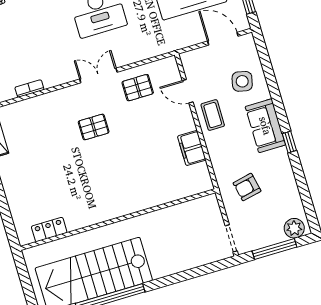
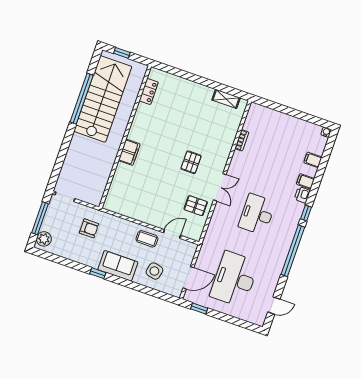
pallet: (138, 88) -> (196, 206), turned 90
filing cabinet: (192, 148) -> (129, 152), moved, turned 90
armchair: (247, 187) -> (89, 228), turned 102
window: (28, 290) -> (122, 53), added

